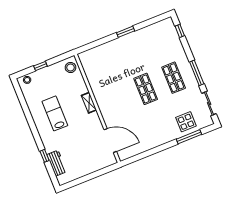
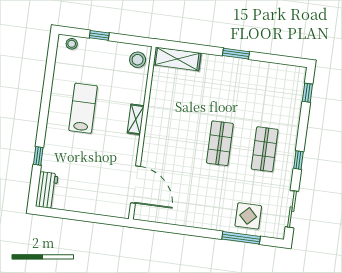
shelving: (93, 54) -> (177, 59), added
window: (197, 73) -> (298, 160), width x0.46
workbench: (57, 163) -> (47, 190), moved

